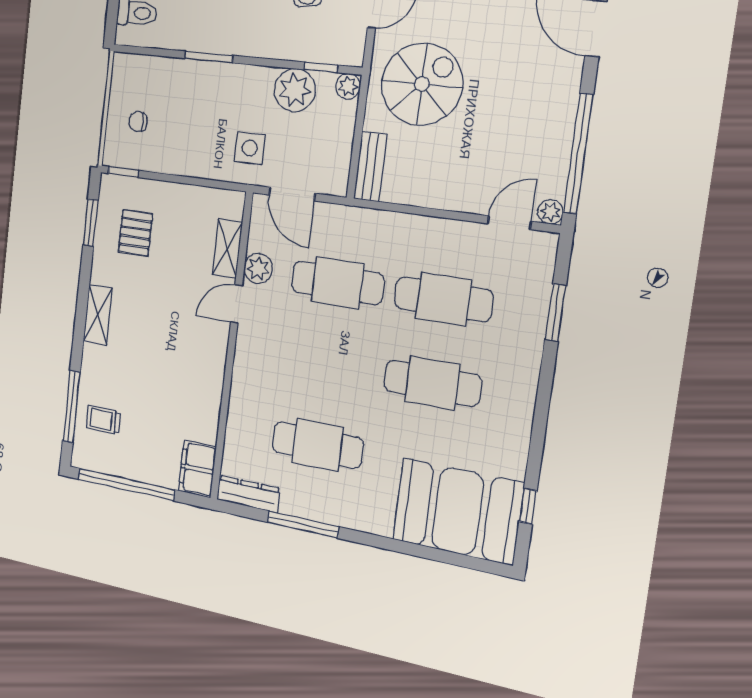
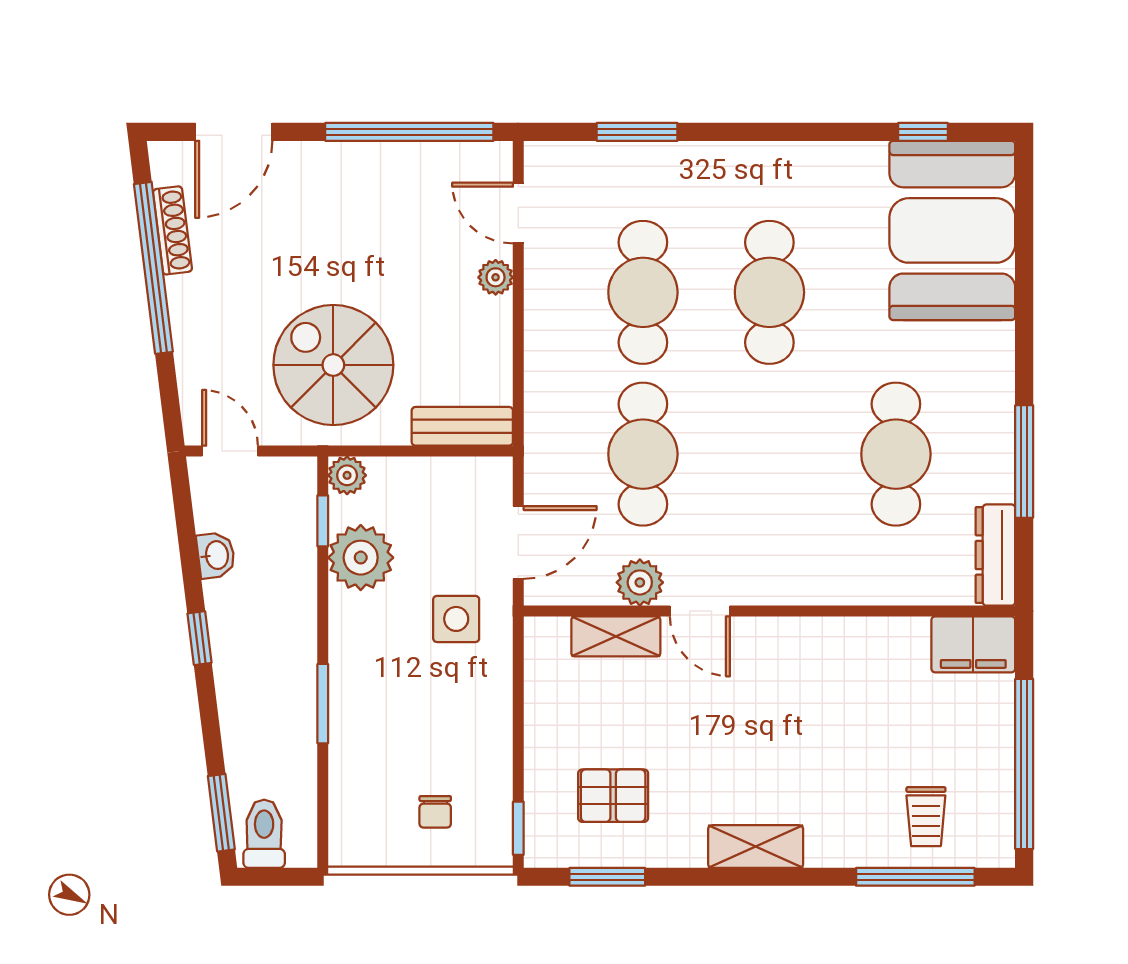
plant: (550, 212) -> (496, 277), moved

